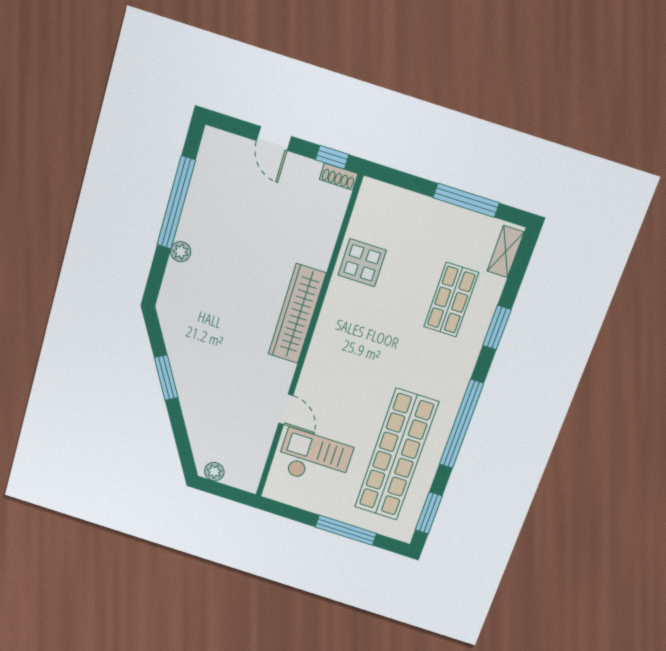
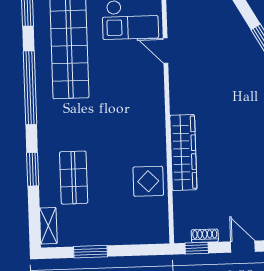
shoe rack: (339, 177) -> (205, 236), moved
window: (466, 200) -> (90, 252), width x0.69
wardrobe: (297, 314) -> (183, 152), moved

